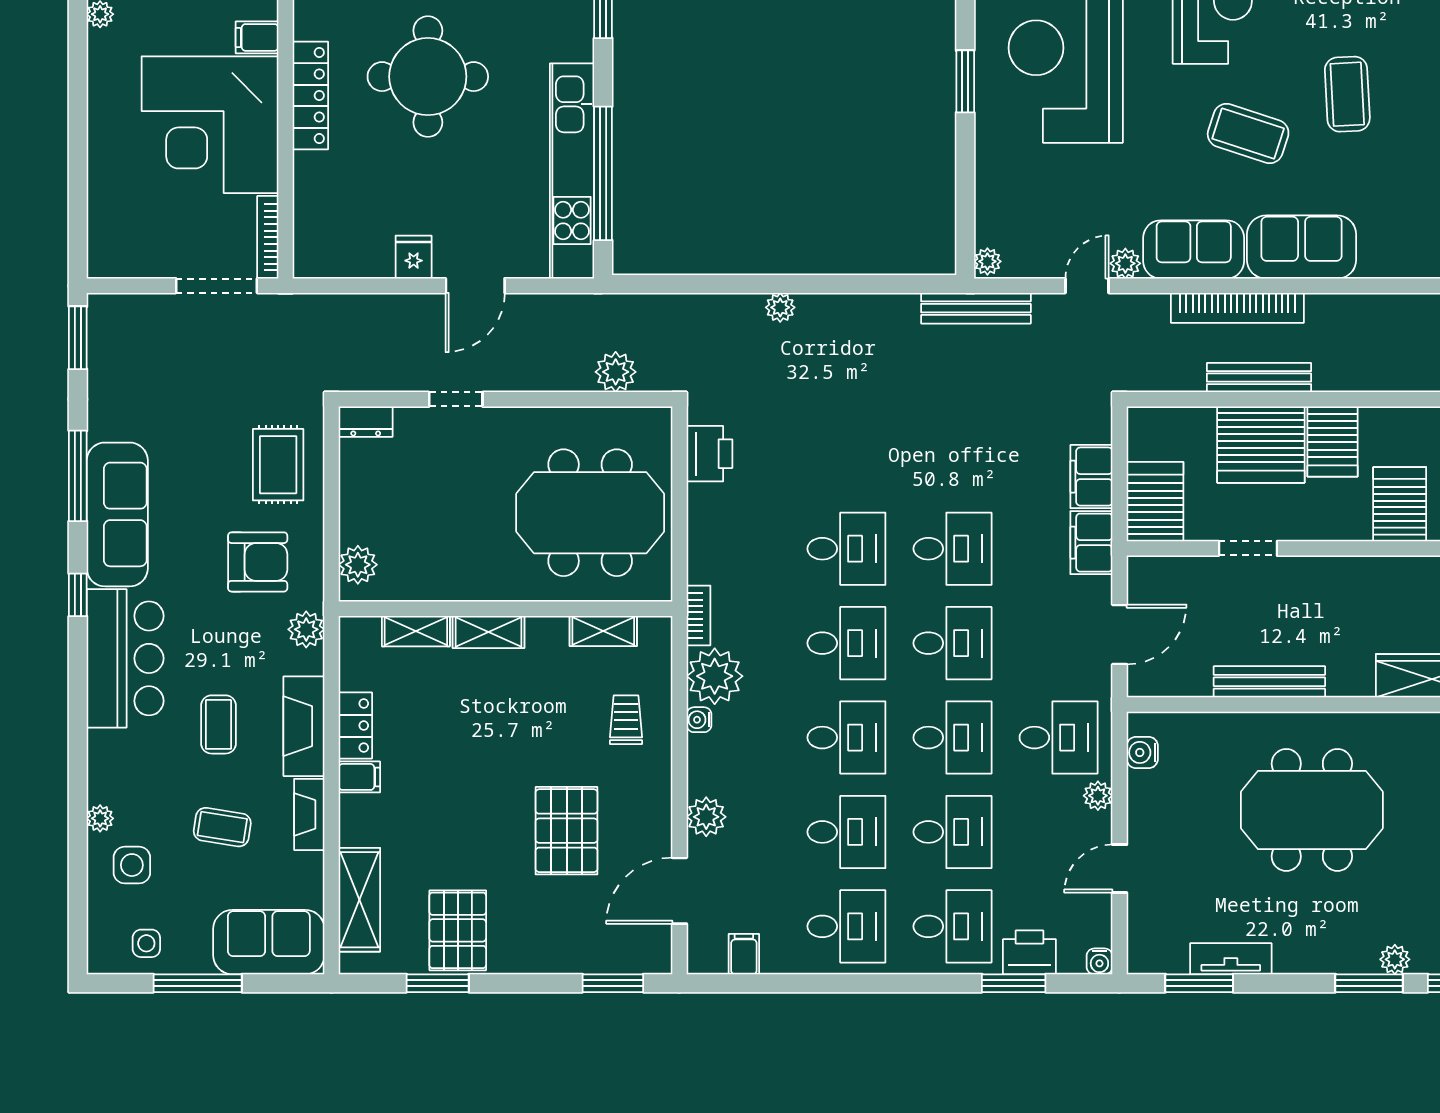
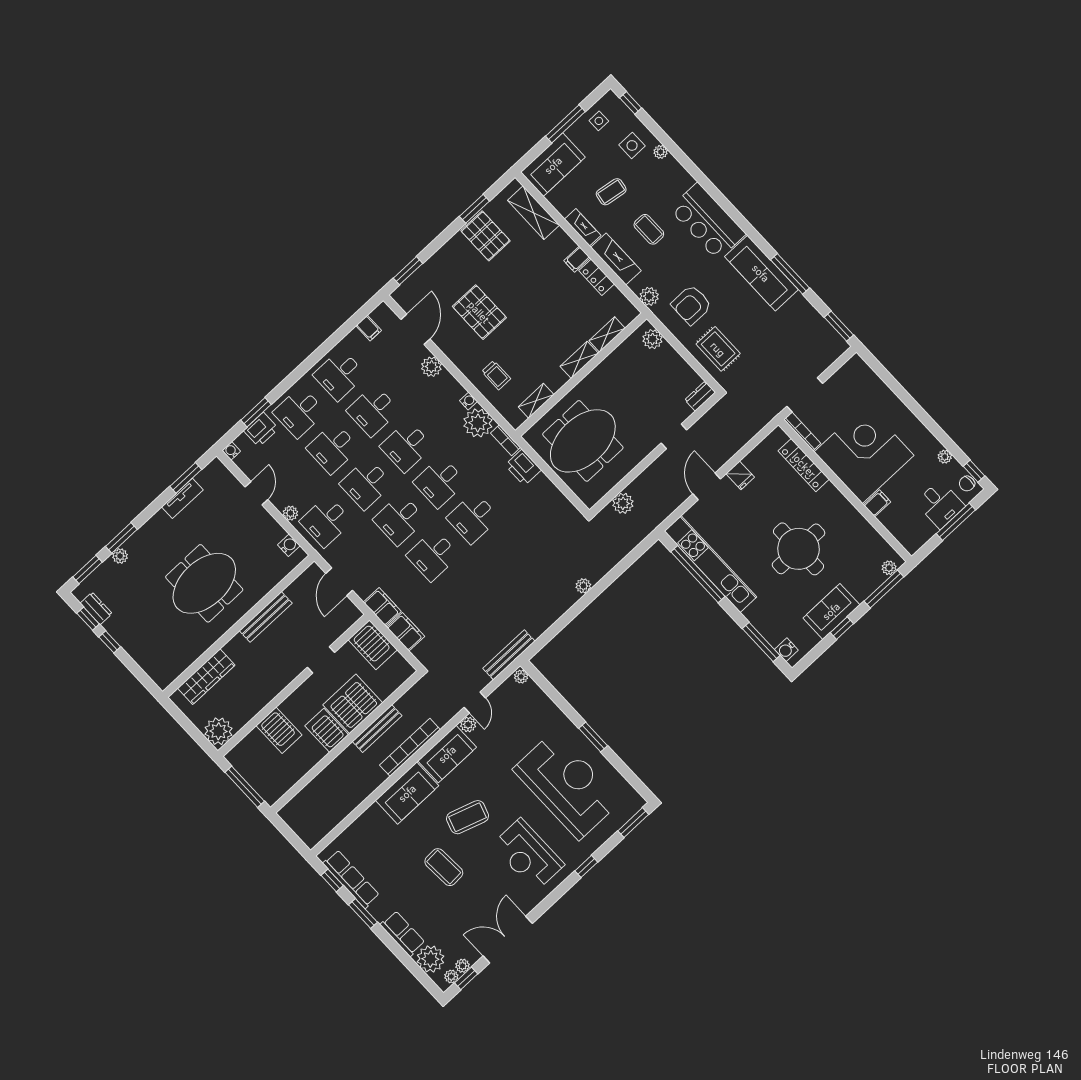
locker: (310, 95) -> (804, 465), moved
printer: (709, 454) -> (523, 468), moved
window: (78, 595) -> (631, 103), moved

